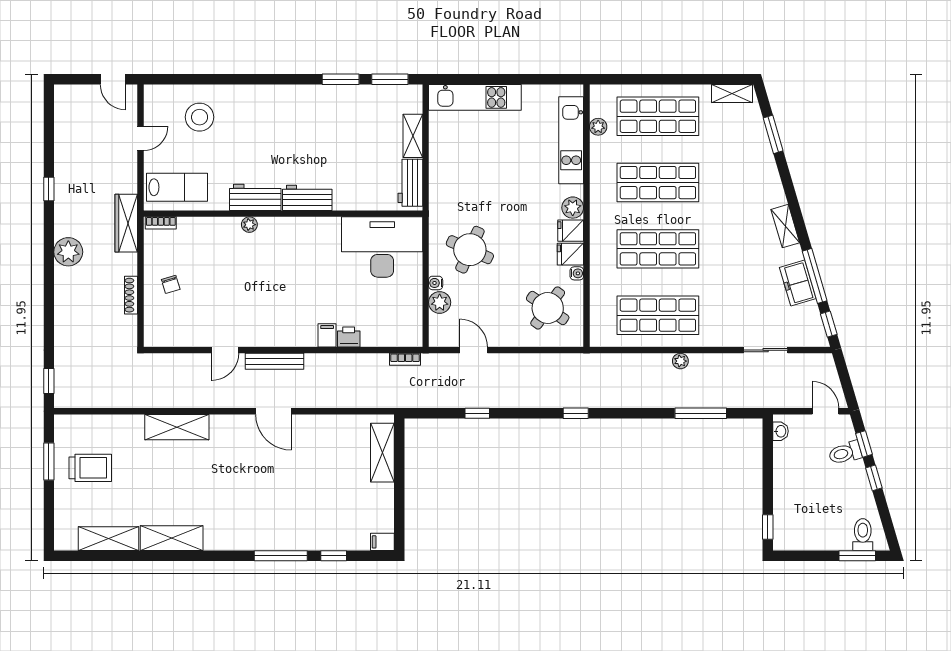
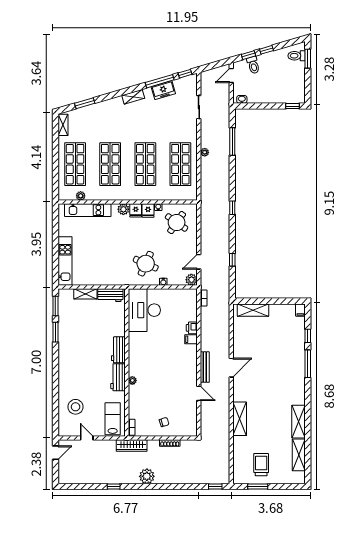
plant: (440, 302) -> (191, 280), moved

